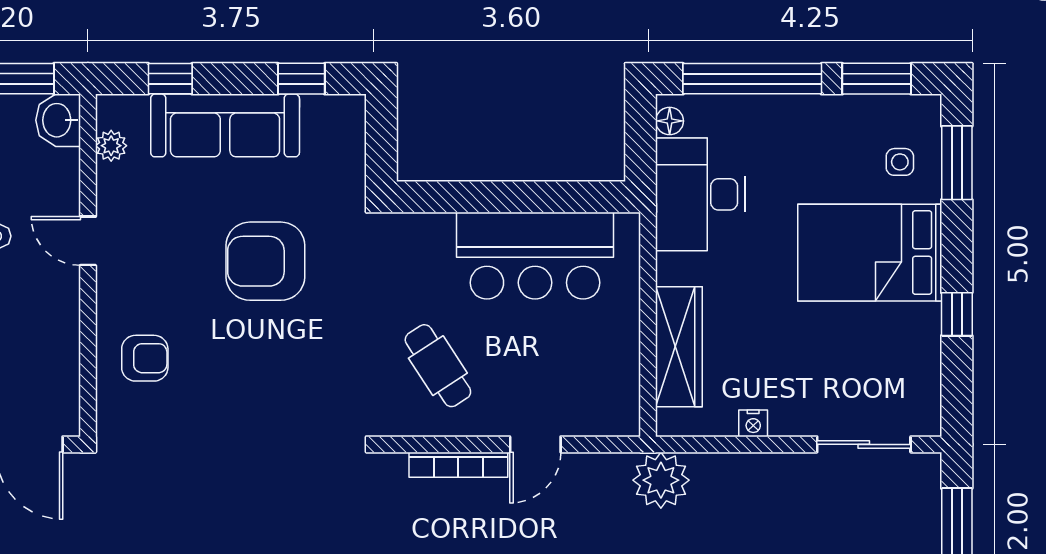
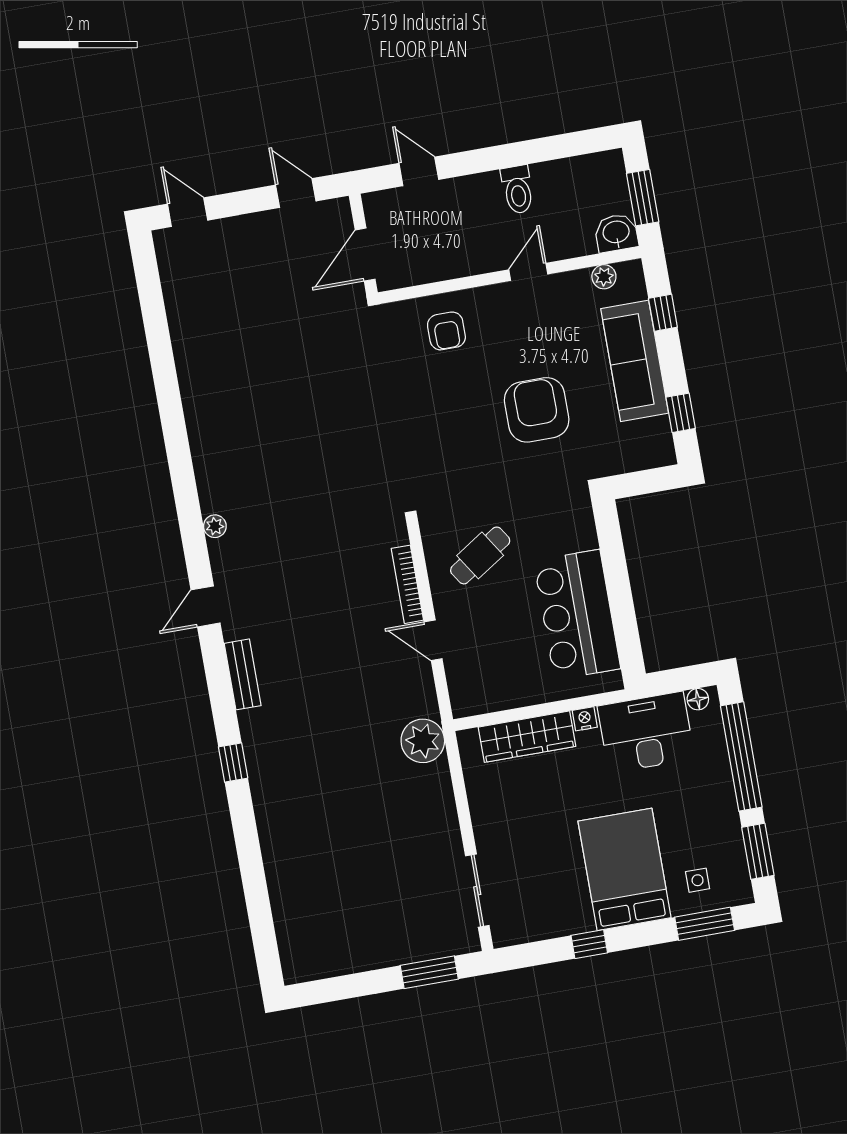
nightstand: (753, 423) -> (585, 719), moved, turned 90

